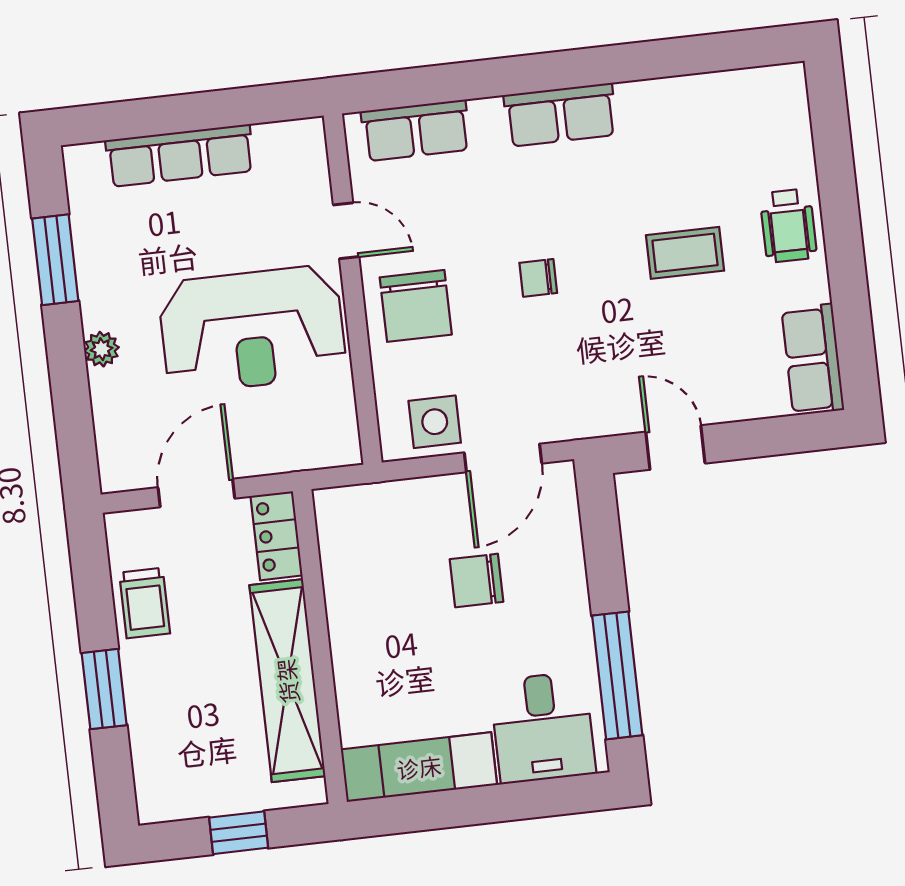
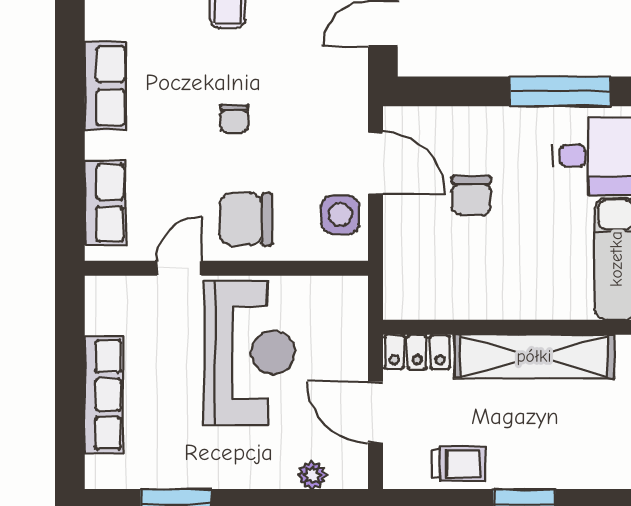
chair: (416, 306) -> (246, 219), turned 180
plant: (102, 349) -> (312, 475), moved

